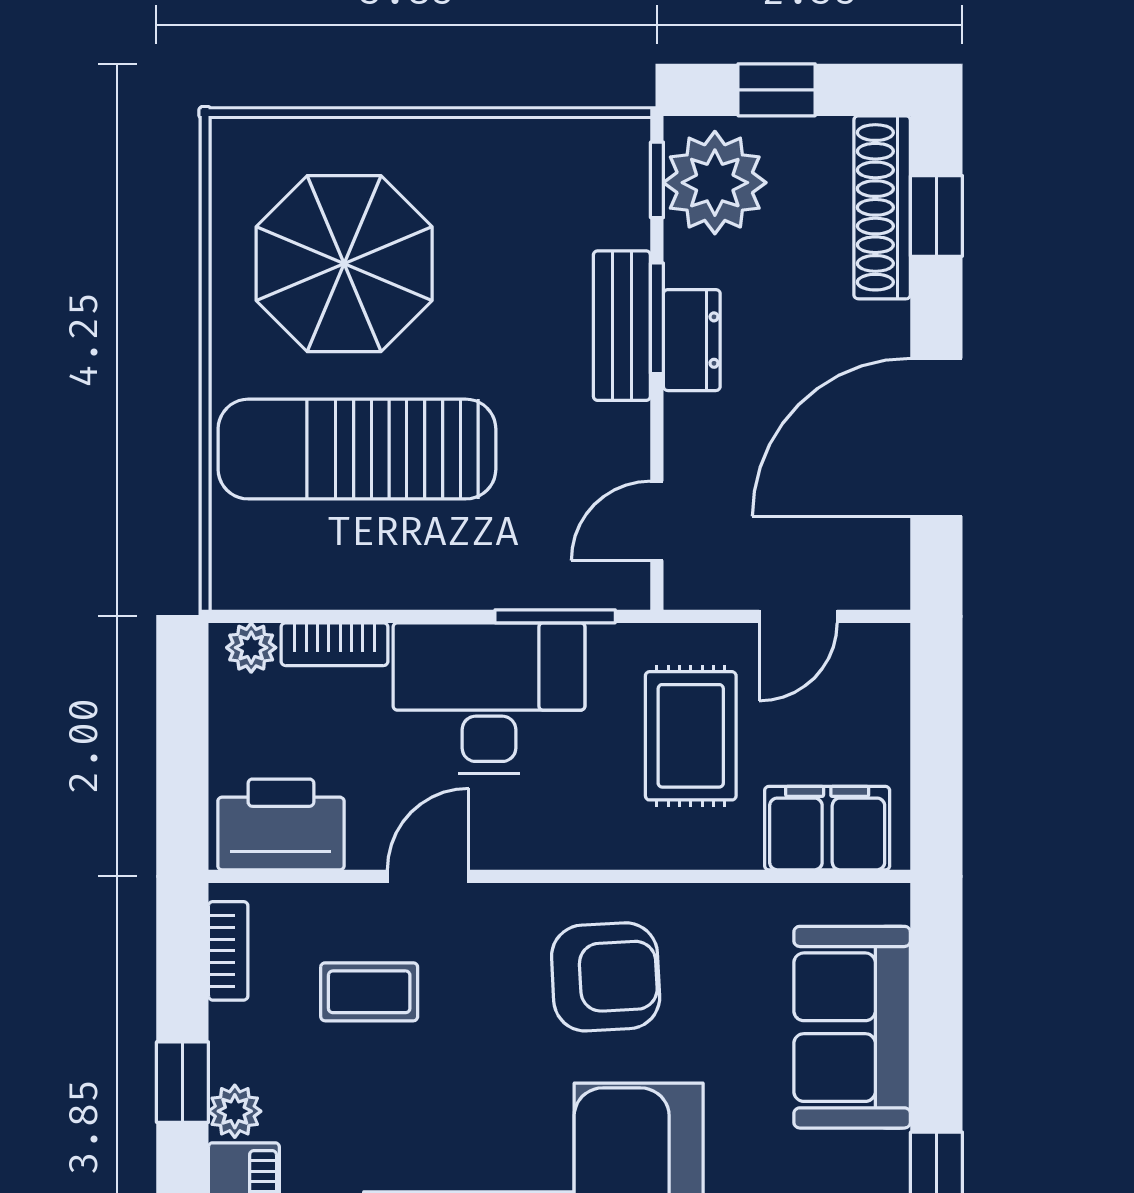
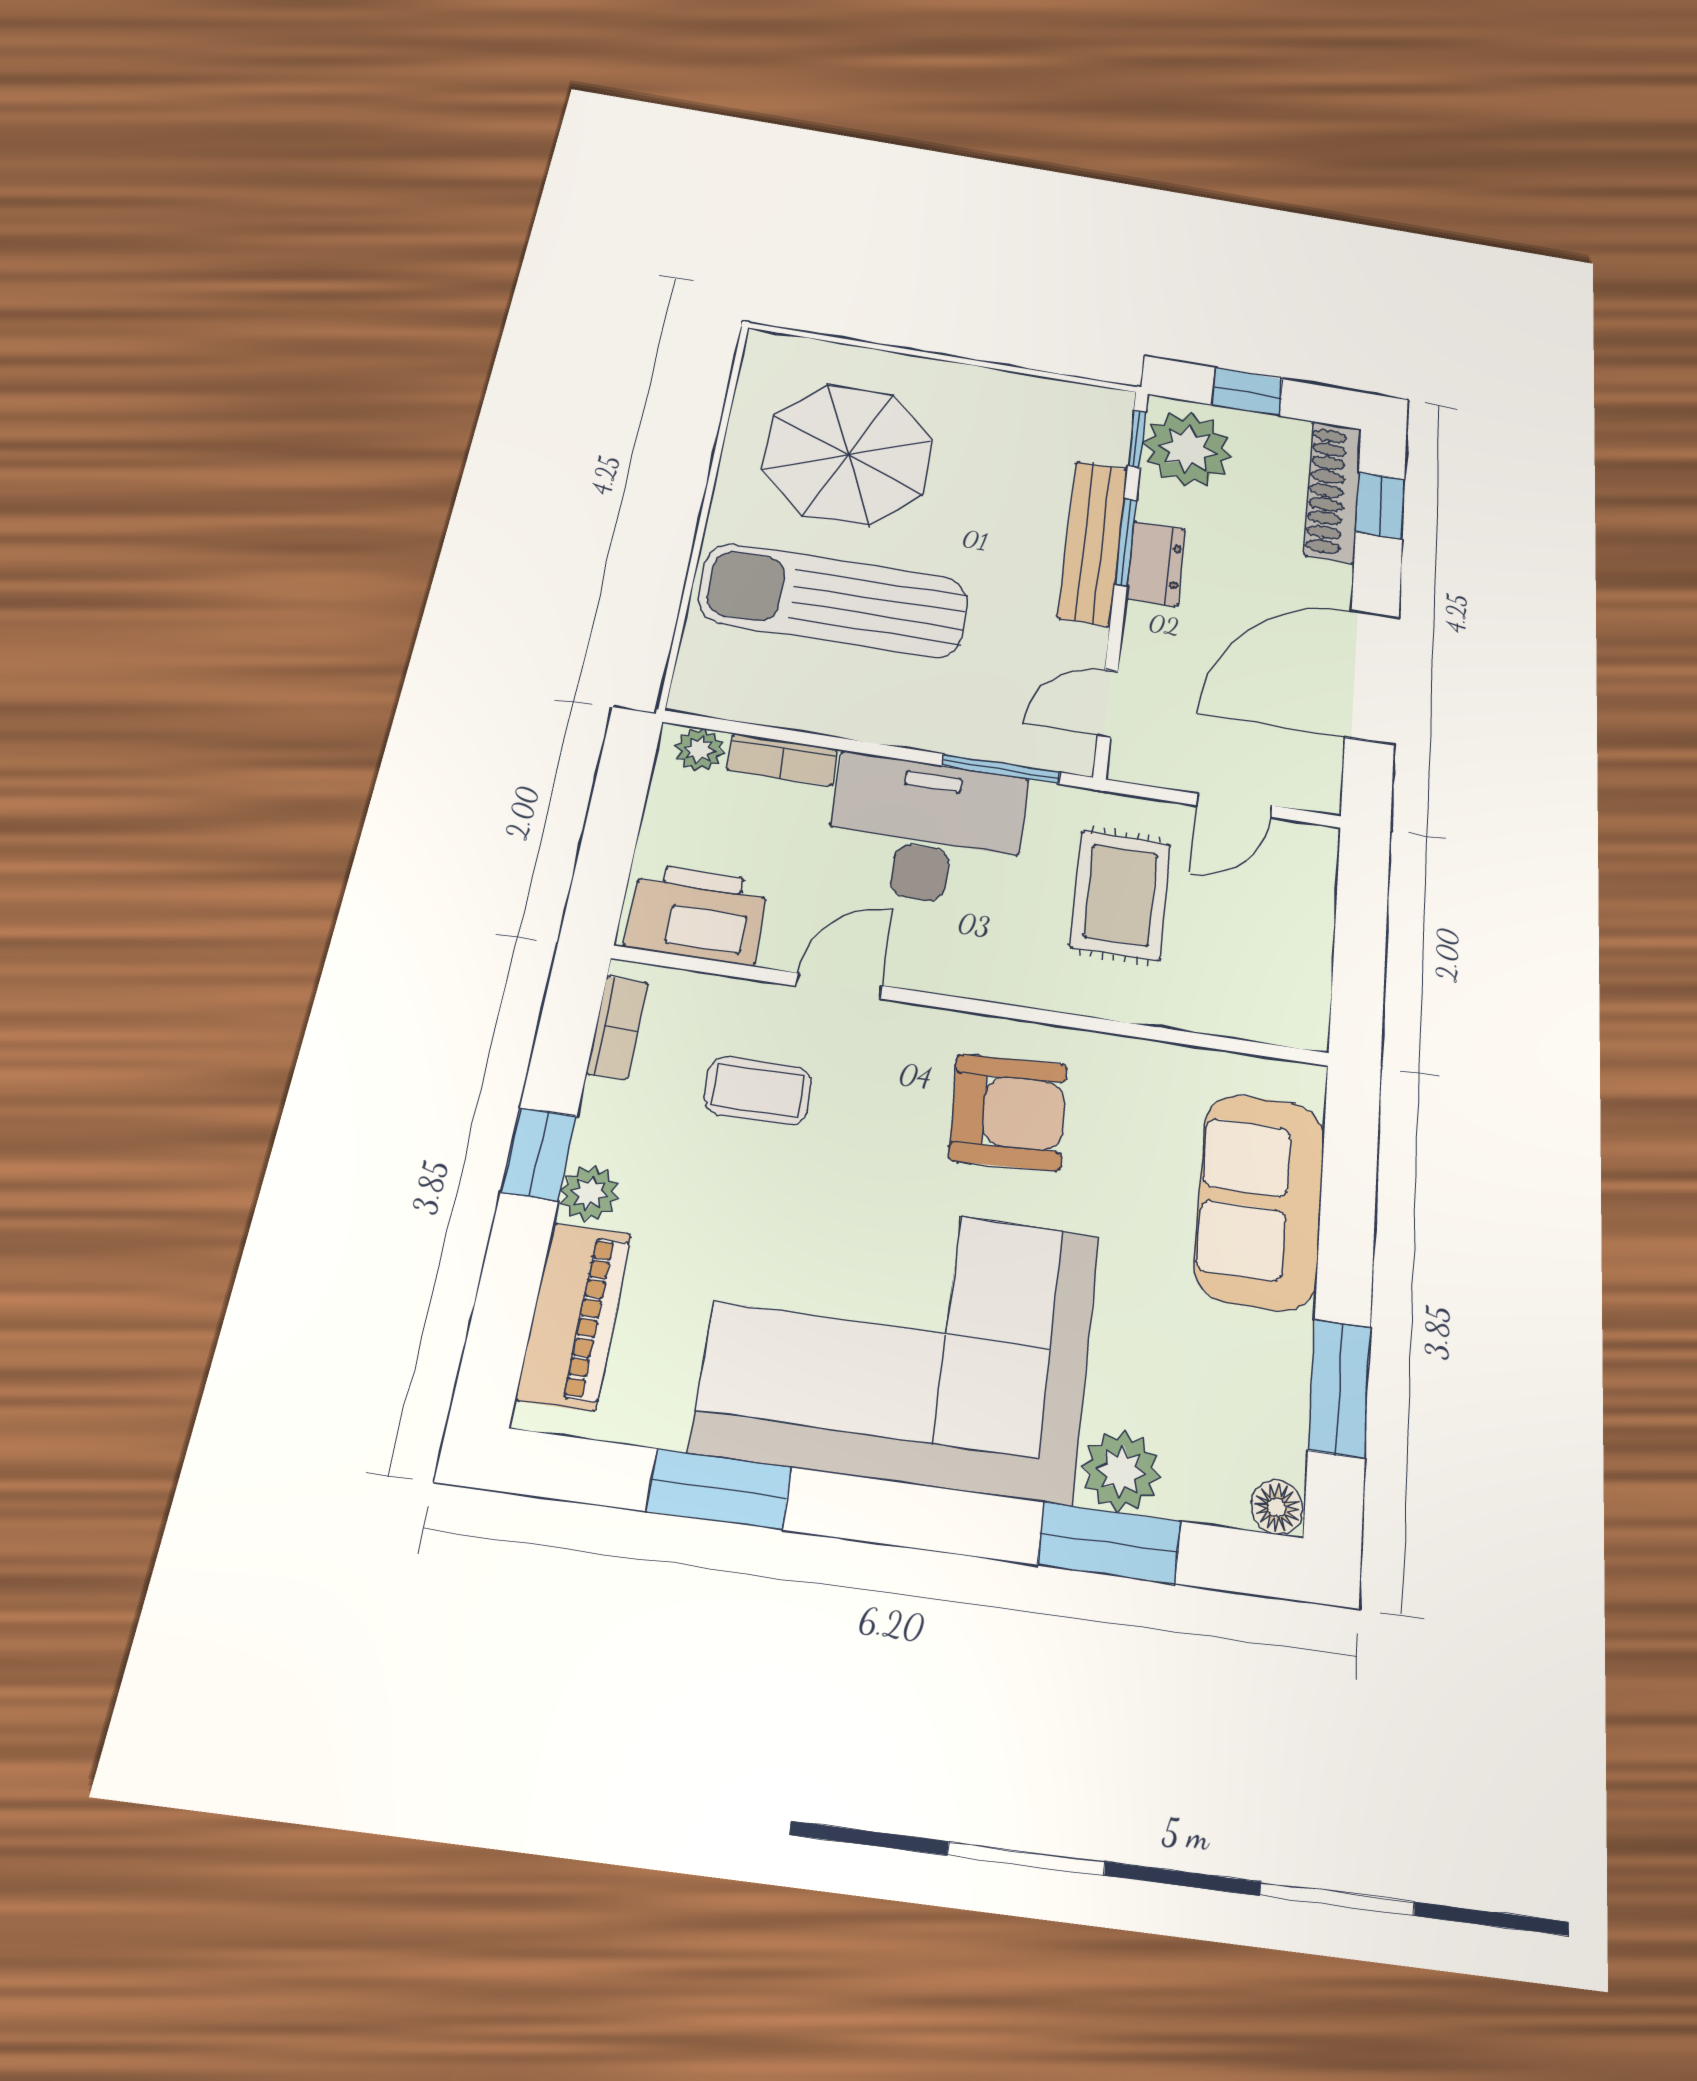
bench: (622, 326) -> (1093, 543), width x1.36
filing cabinet: (827, 828) -> (1248, 1001), removed

